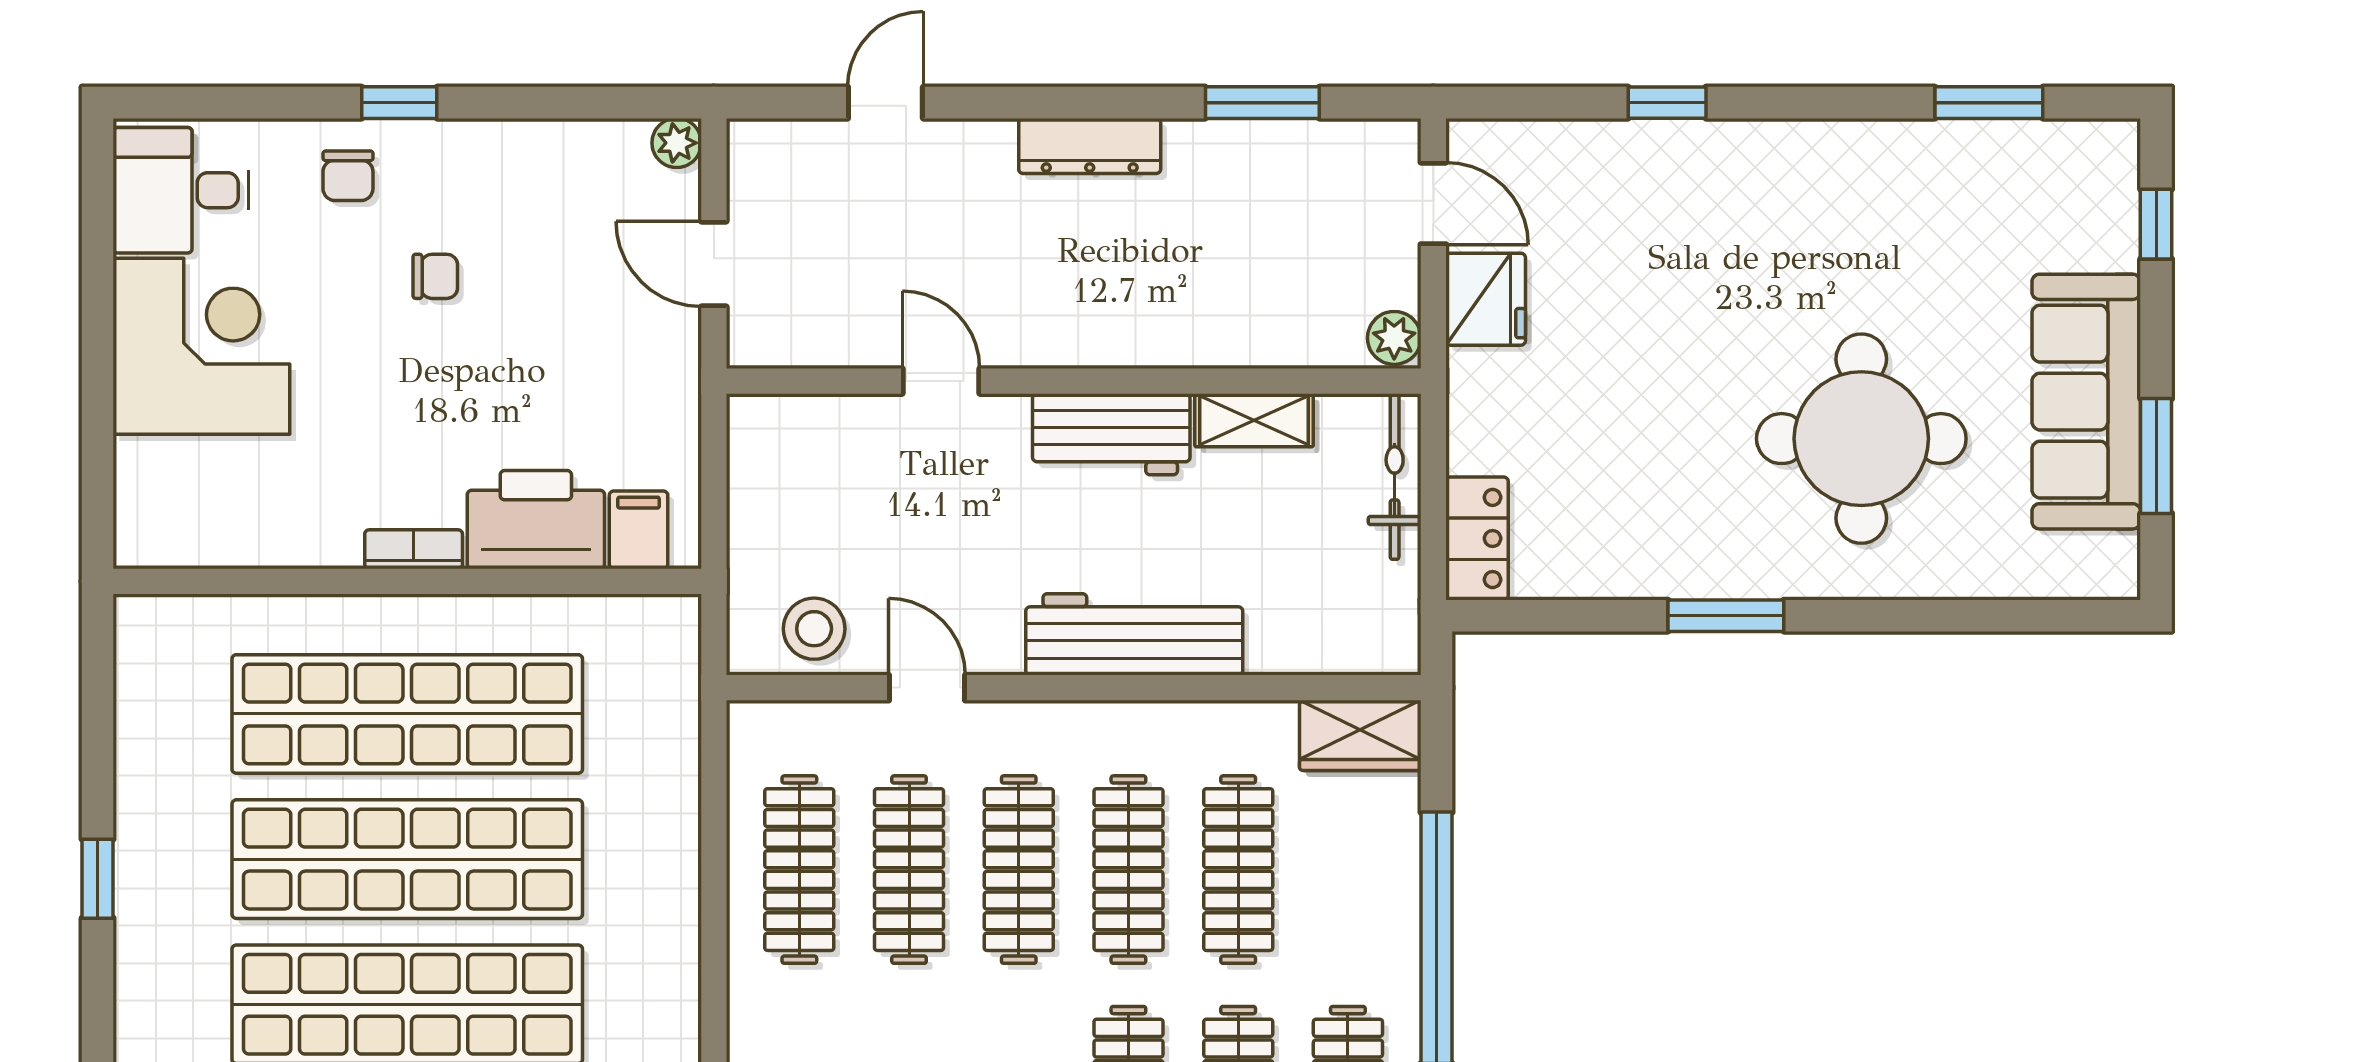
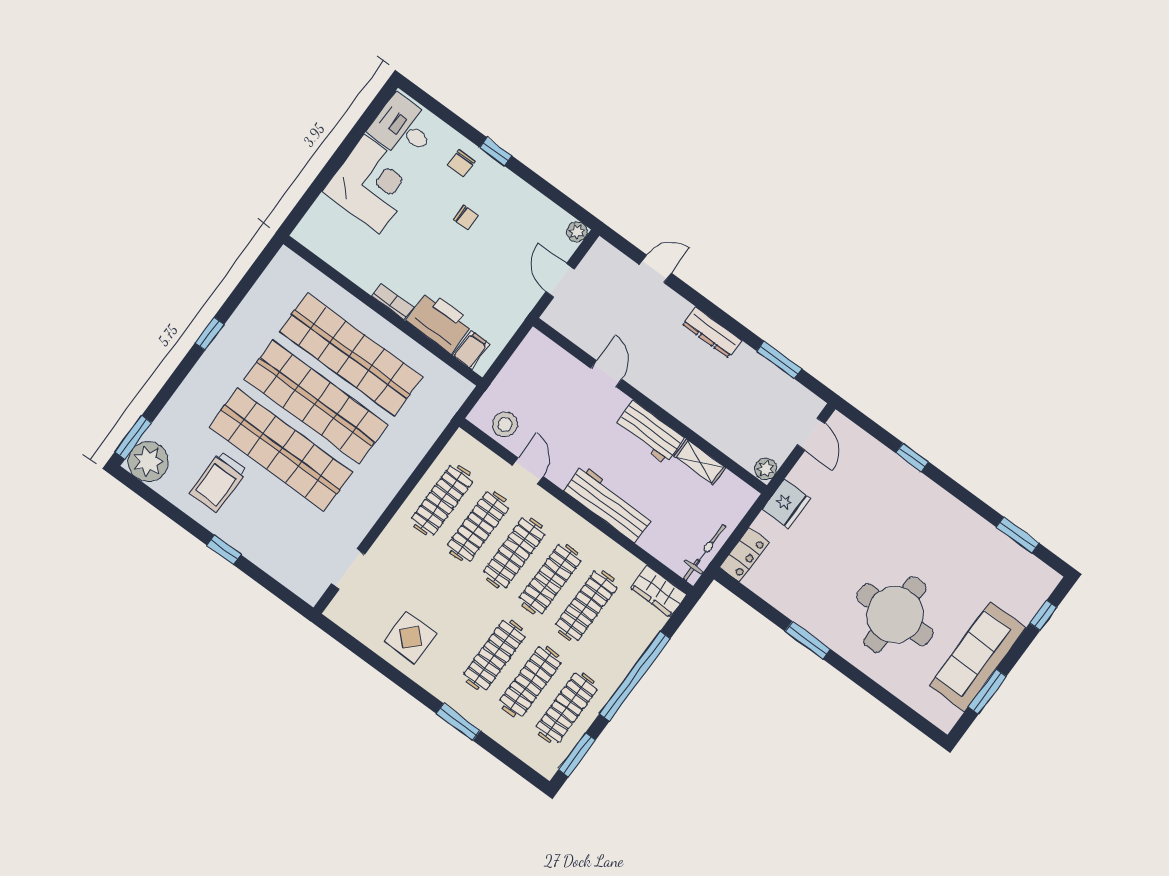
fridge: (1486, 299) -> (786, 504), moved
bicycle: (1395, 477) -> (704, 552), moved

